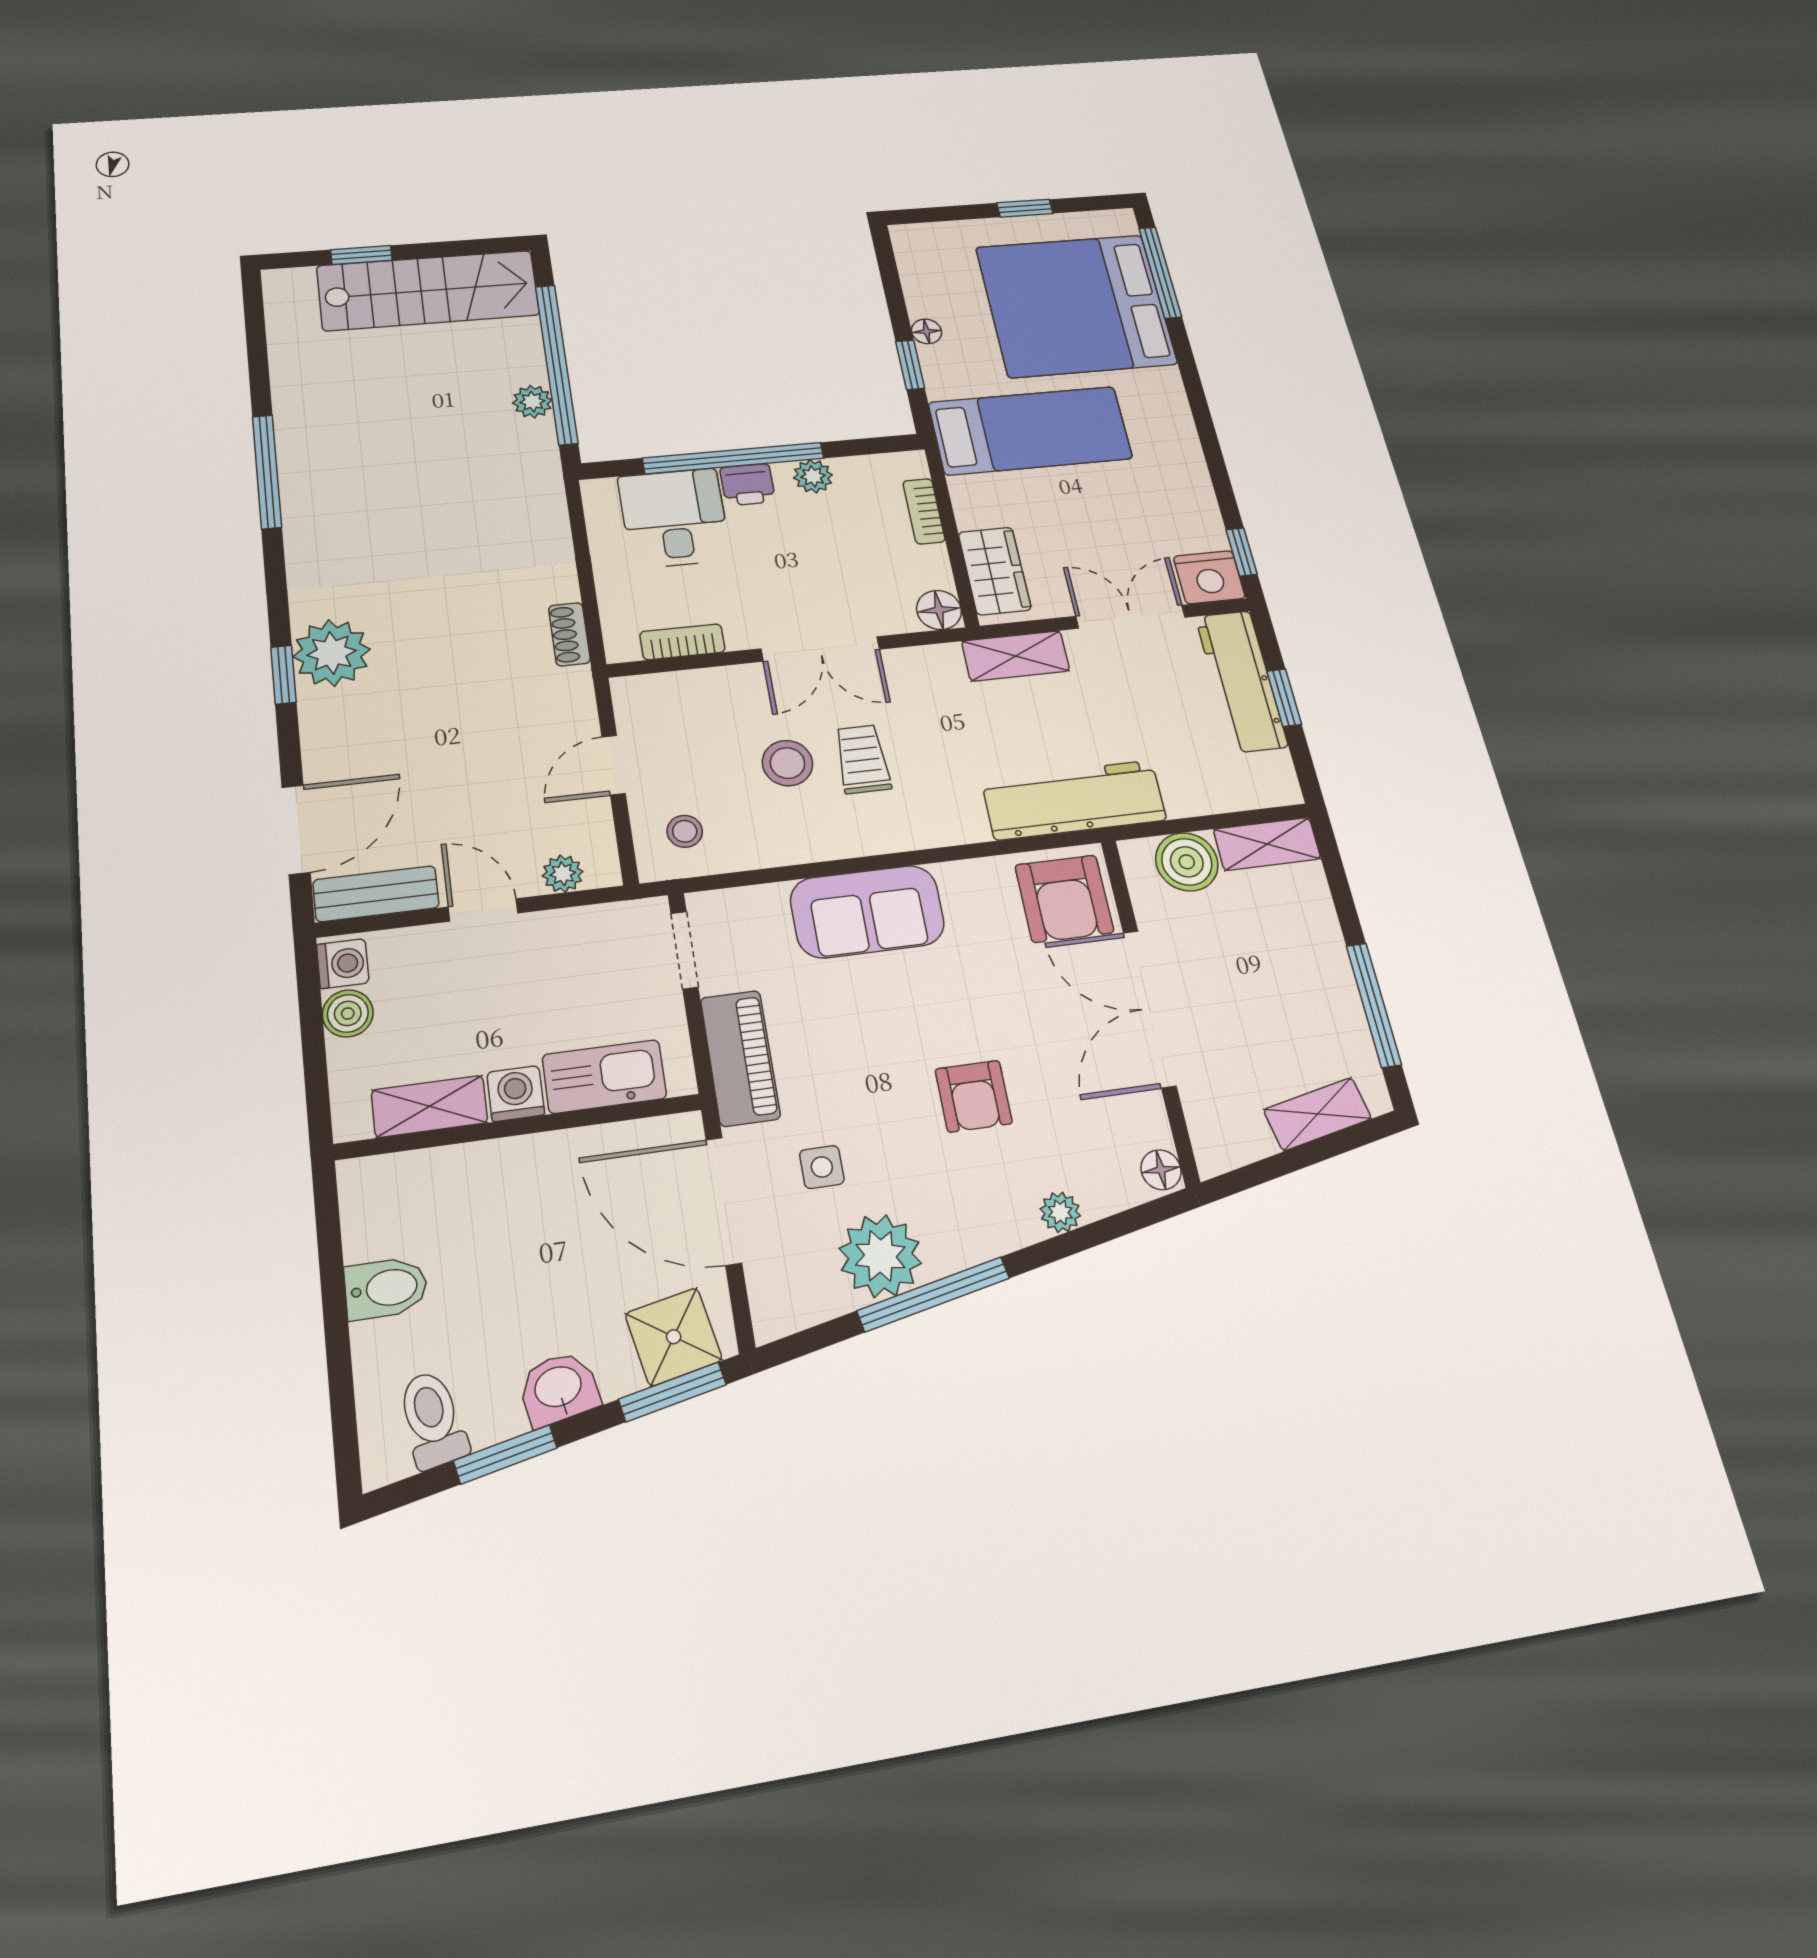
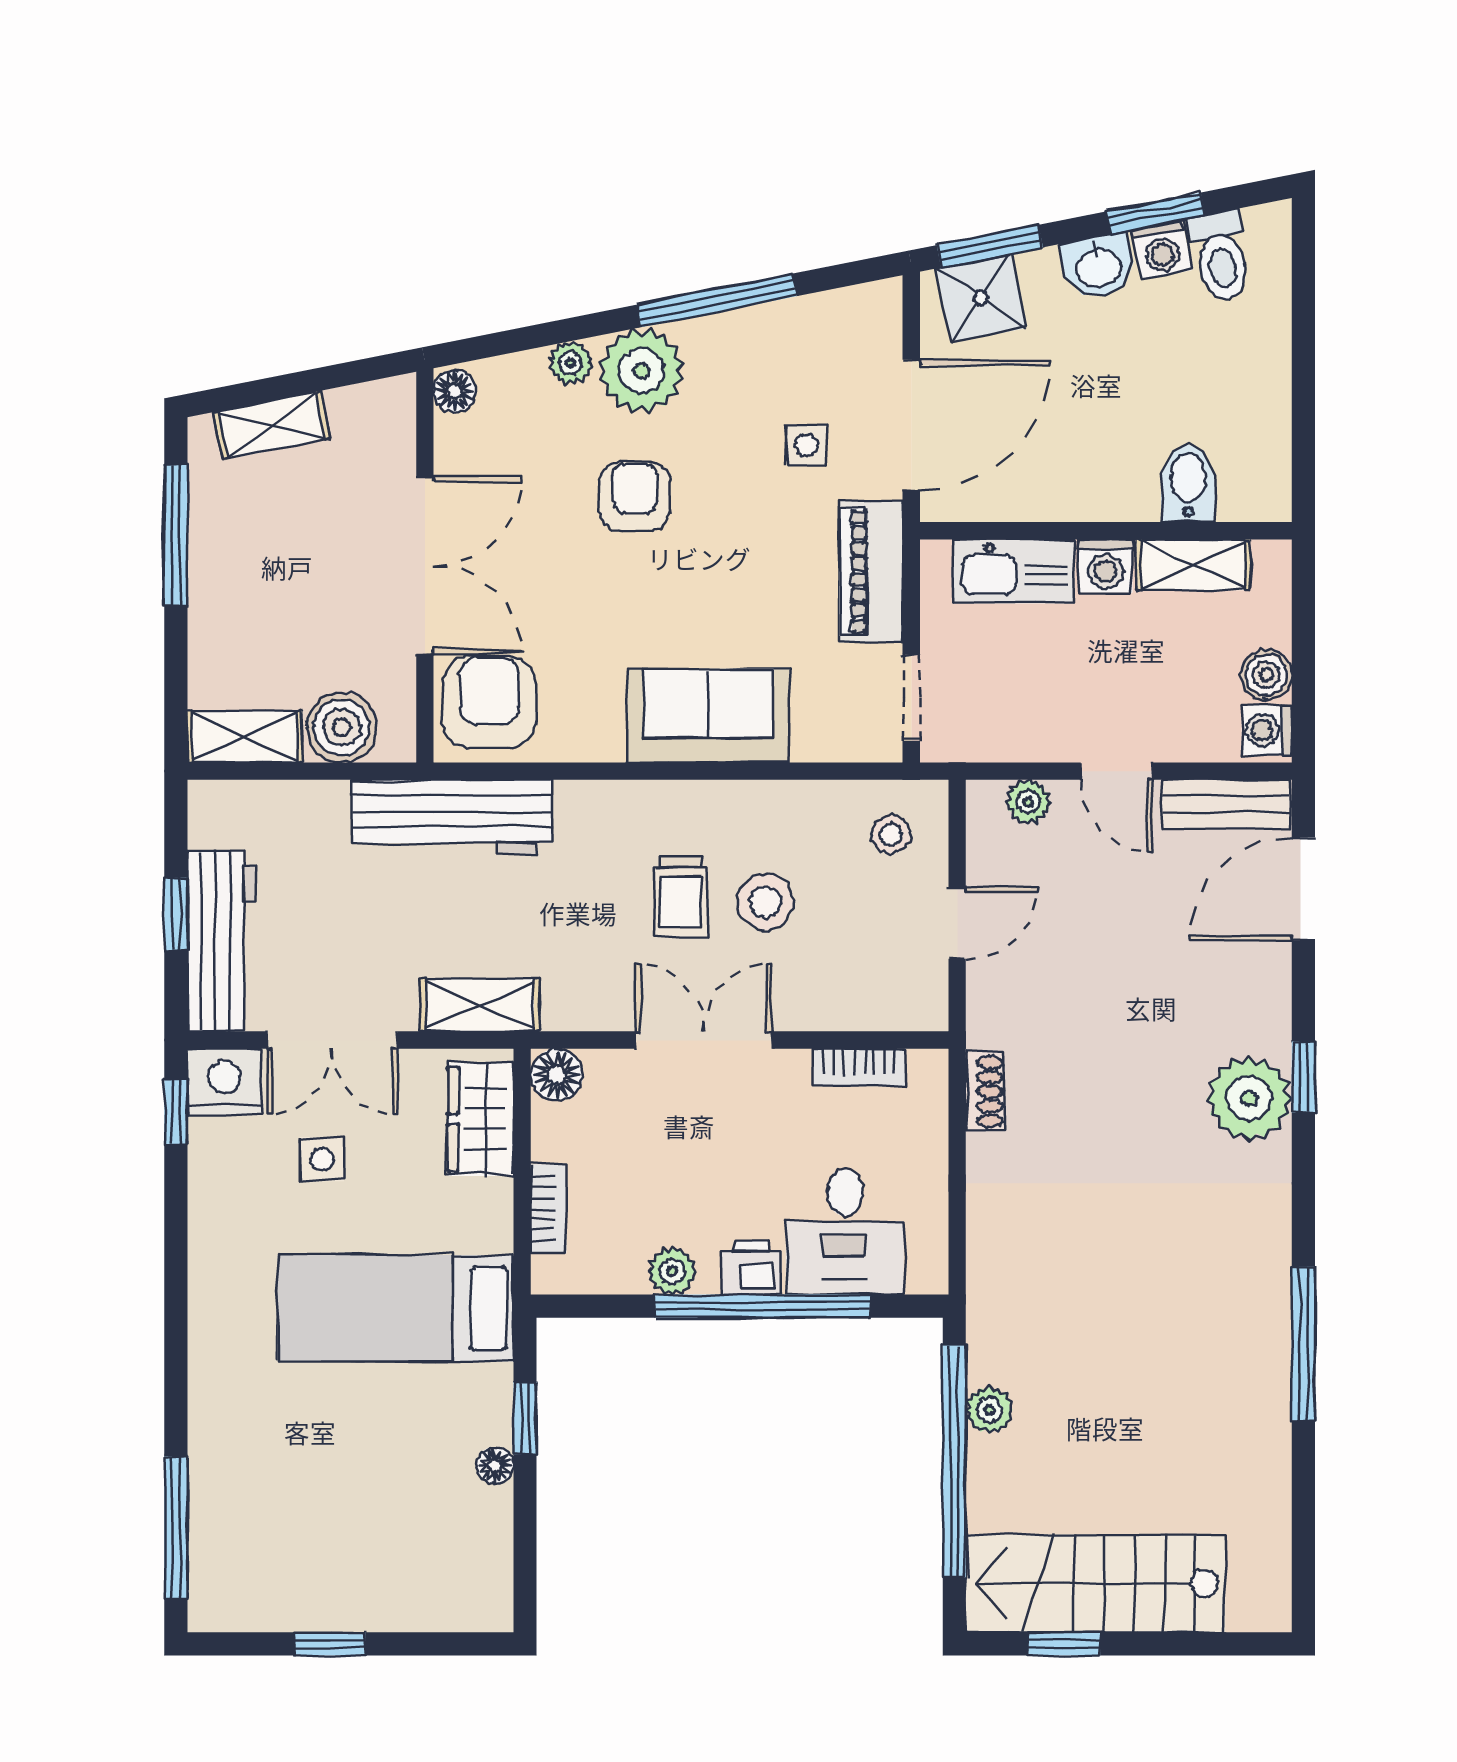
window: (361, 255) -> (1064, 1644), moved
bed: (1076, 305) -> (297, 1487), removed
side table: (1116, 529) -> (322, 1159), added
door: (724, 1201) -> (911, 425), hinge flipped
plant: (880, 1256) -> (642, 370), moved
bidet: (386, 1288) -> (1188, 483), moved, turned 90
washing machine: (495, 1416) -> (1162, 250), added

